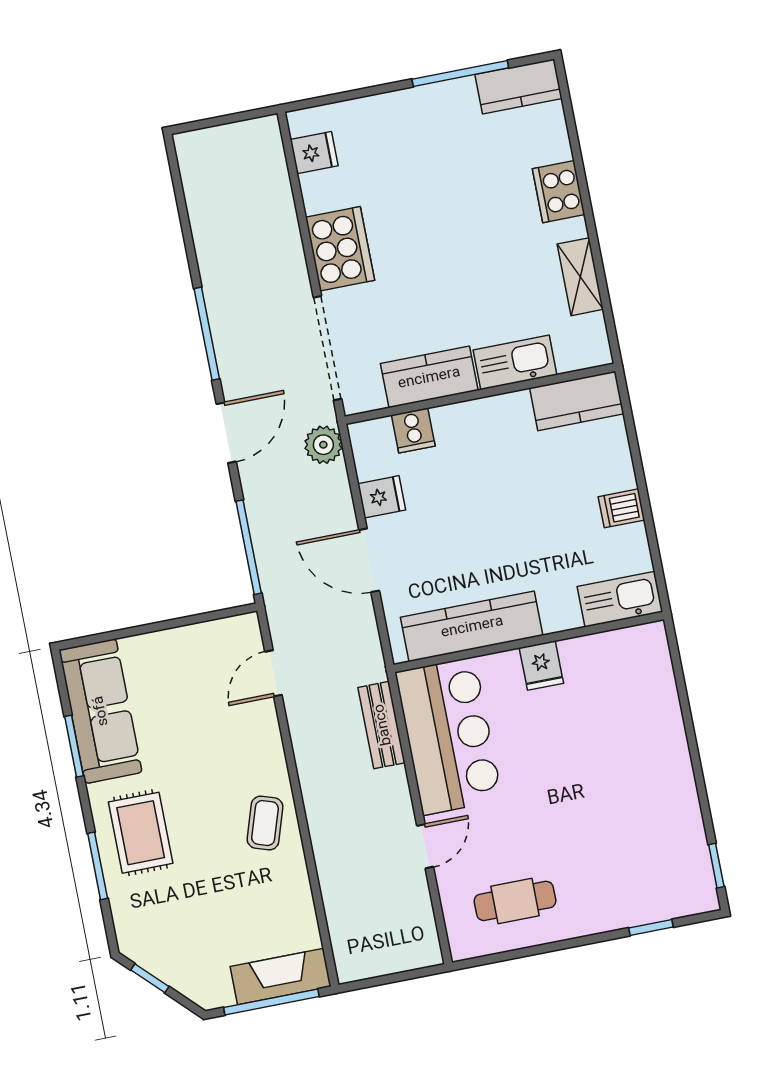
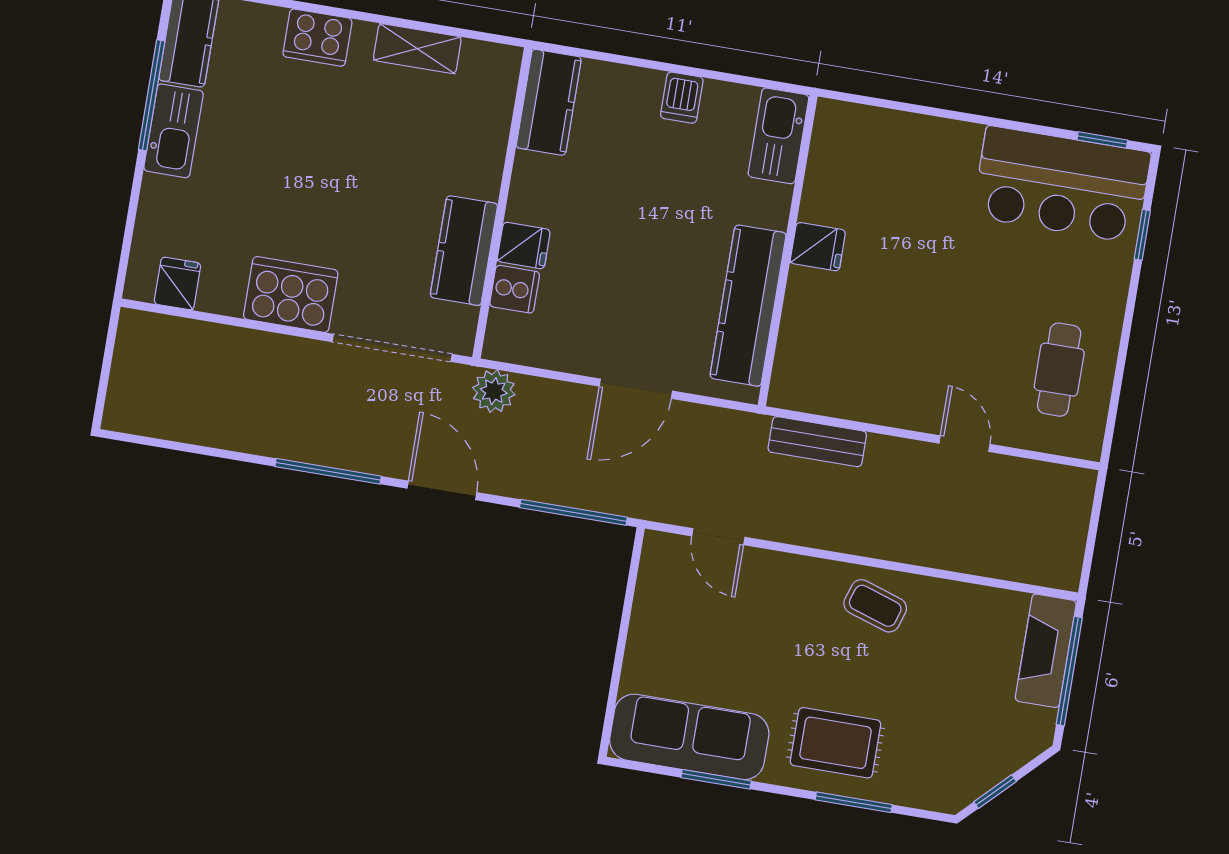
kitchen sink: (515, 362) -> (174, 131), moved, turned 180
fridge: (382, 497) -> (524, 246), moved, turned 90
bar counter: (449, 736) -> (1062, 184), moved, turned 180

